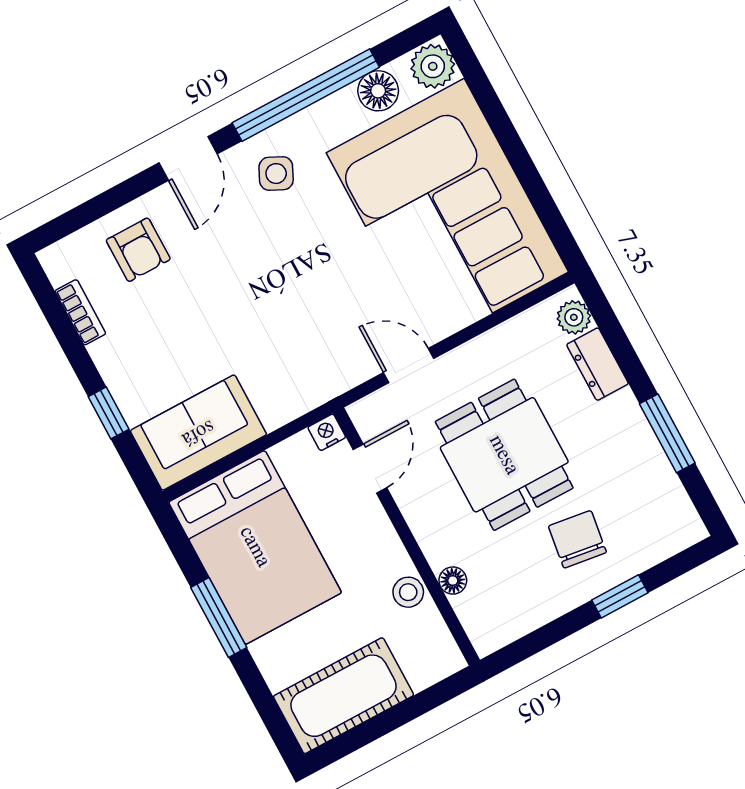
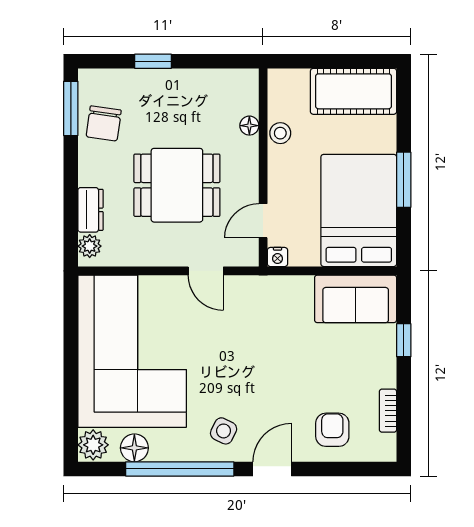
window: (667, 433) -> (71, 108), moved
dining table: (504, 455) -> (177, 185), turned 90
chair: (577, 539) -> (104, 123), moved

